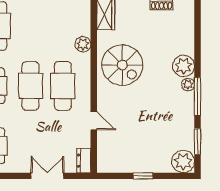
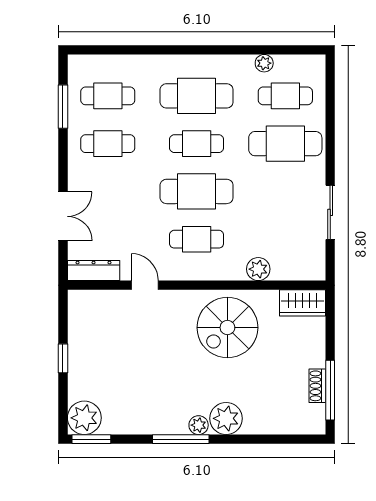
cafe table: (63, 86) -> (197, 239), width x0.73, depth x0.74
door: (94, 121) -> (145, 285), swing flipped
window: (198, 142) -> (91, 439), moved
dresser: (84, 161) -> (94, 271), width x1.44

